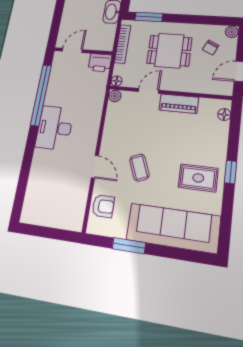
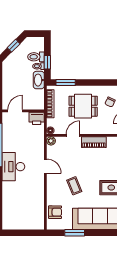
door: (95, 167) -> (45, 166), moved

